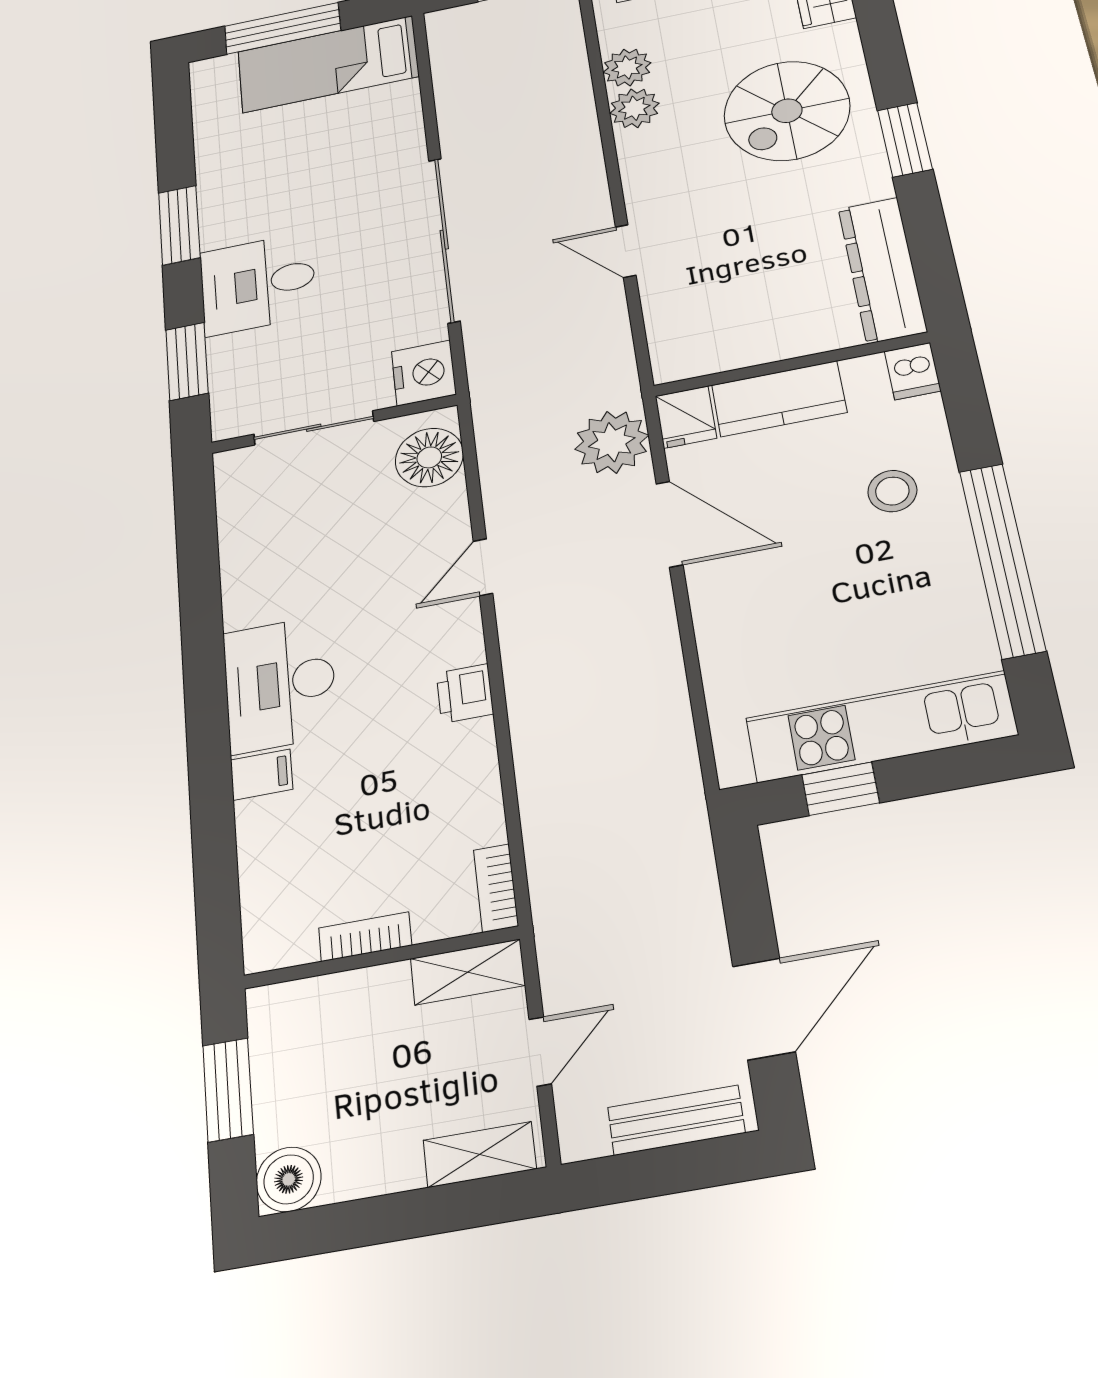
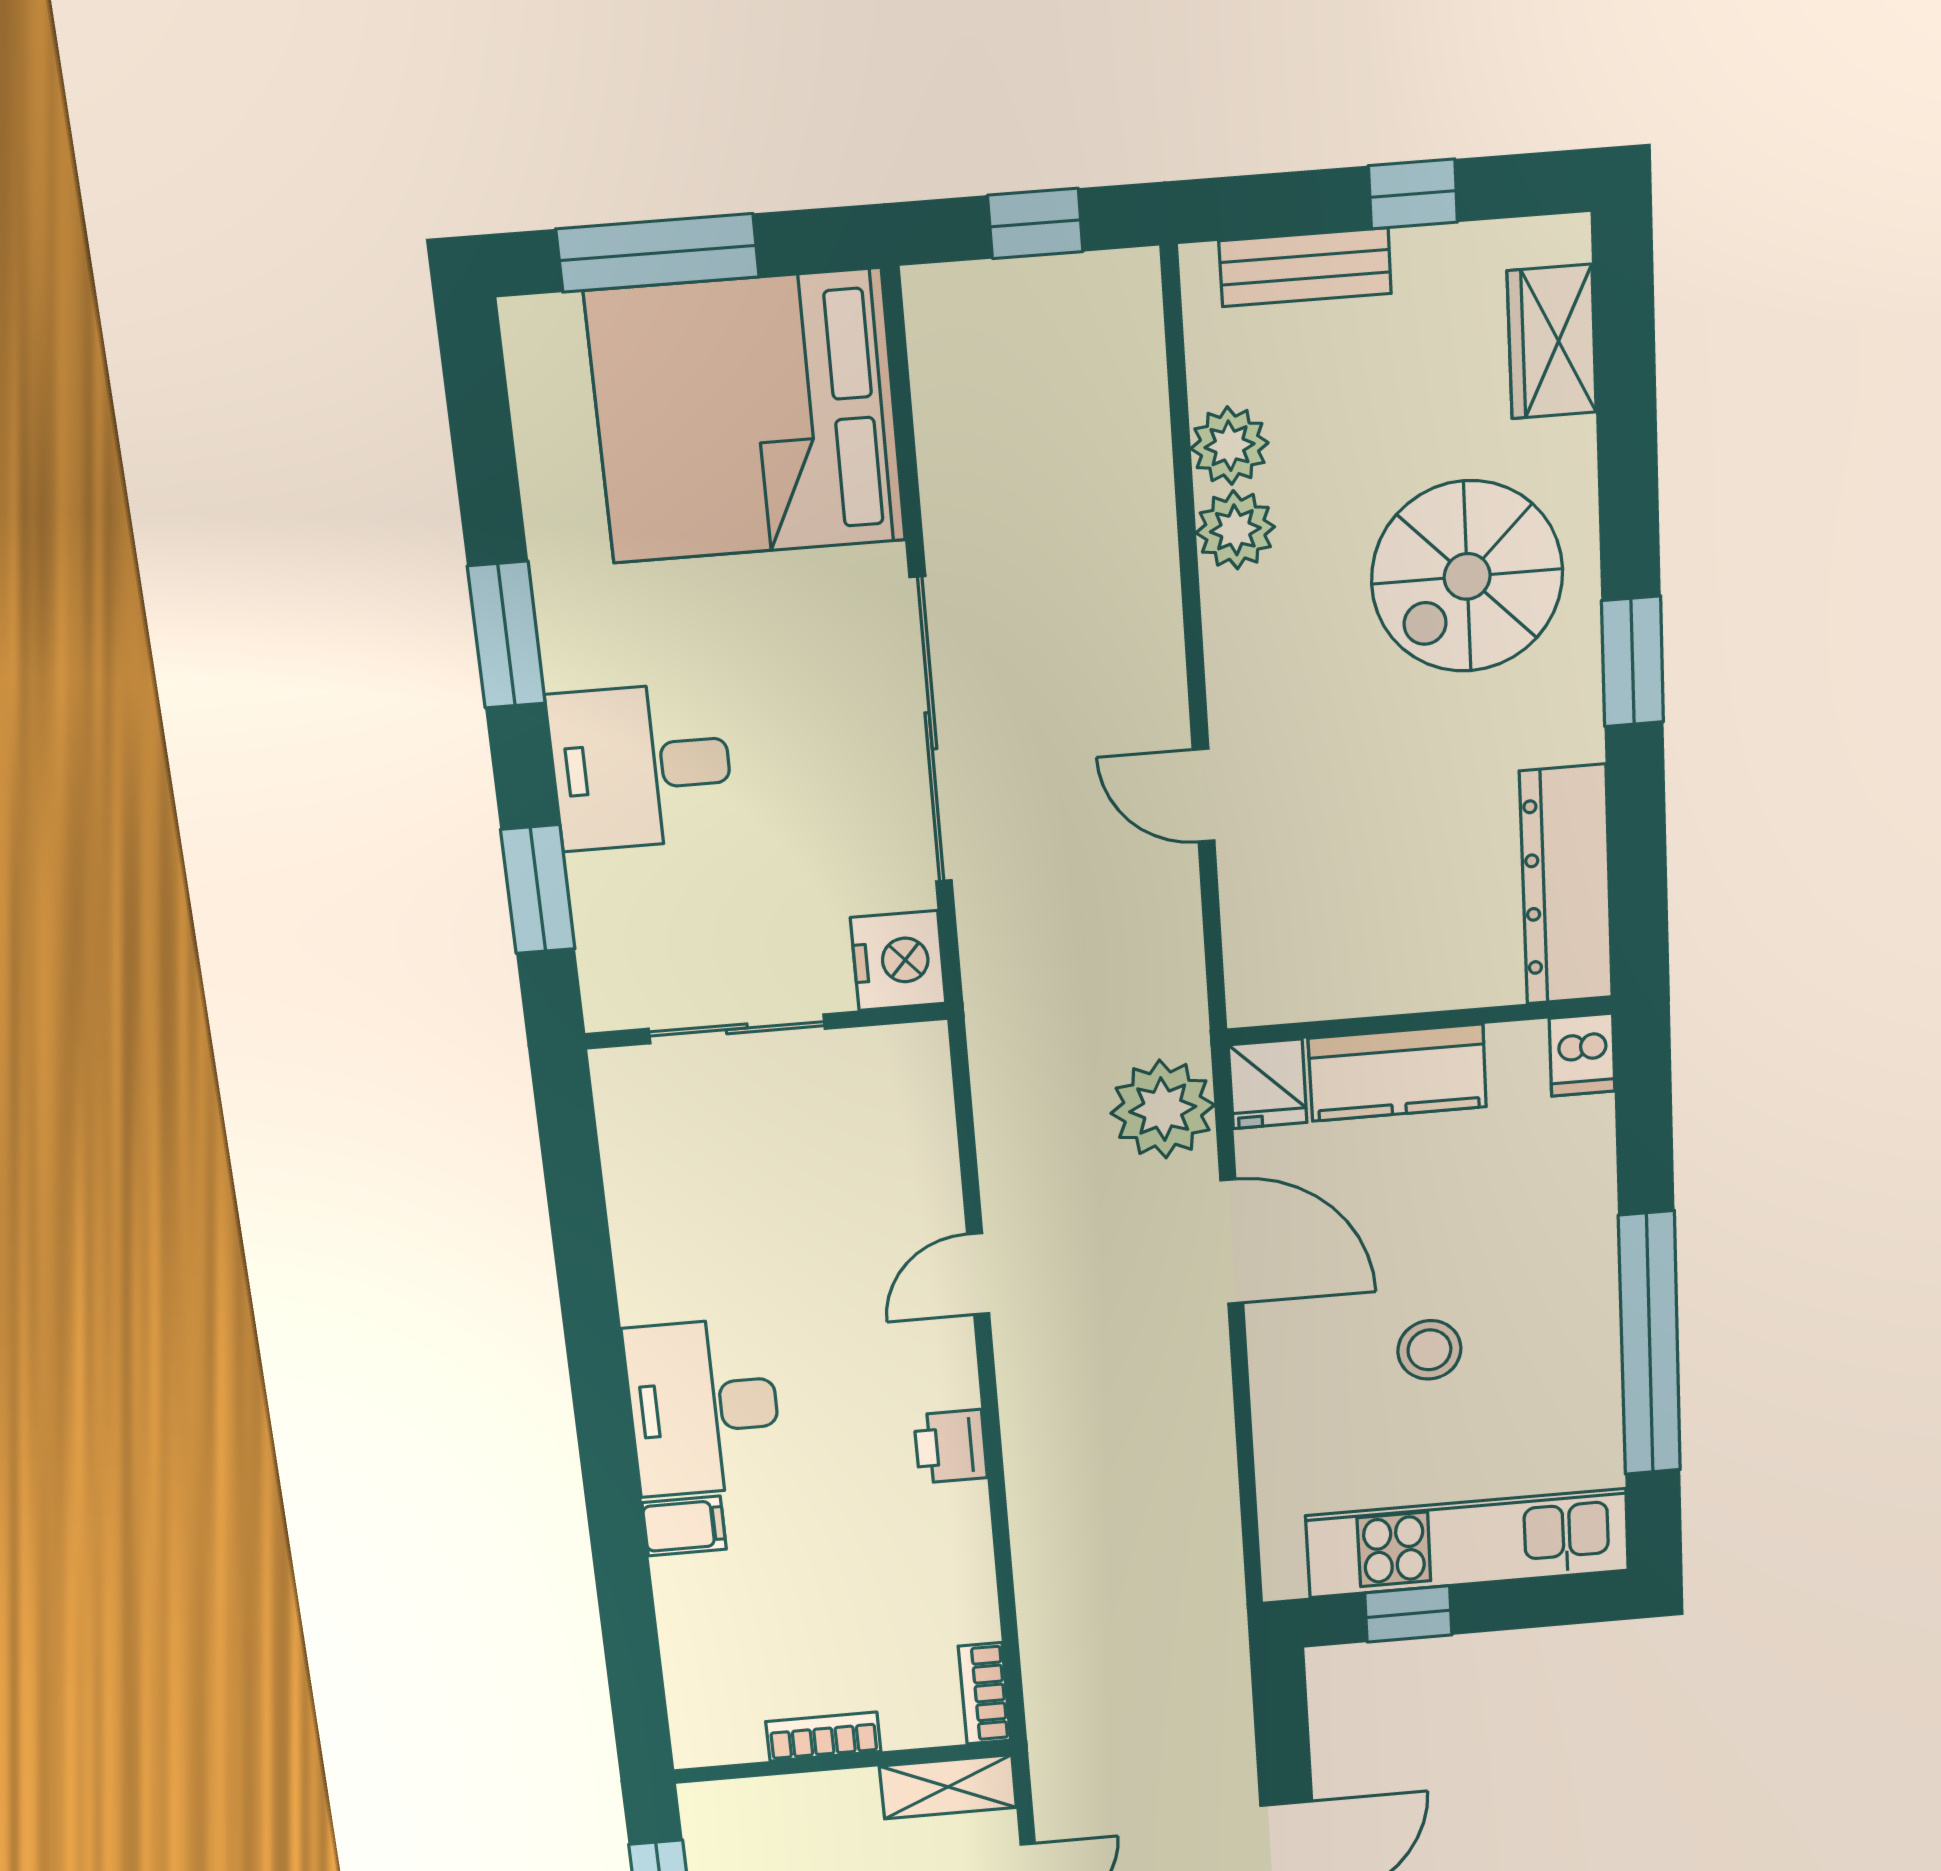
bed: (328, 64) -> (746, 417), width x2.04
floor lamp: (429, 457) -> (906, 1099), removed
stool: (892, 491) -> (1429, 1350), moved

